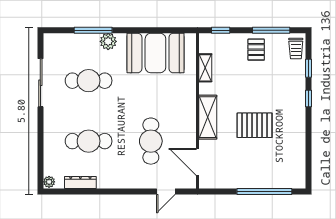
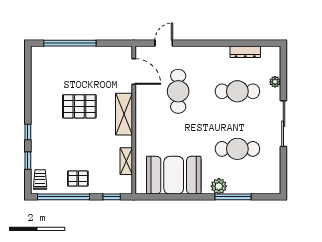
window: (271, 30) -> (63, 197), width x1.46
pallet: (256, 50) -> (78, 178), turned 90
sliding door: (40, 83) -> (283, 124), moved
plant: (49, 182) -> (275, 82), moved

